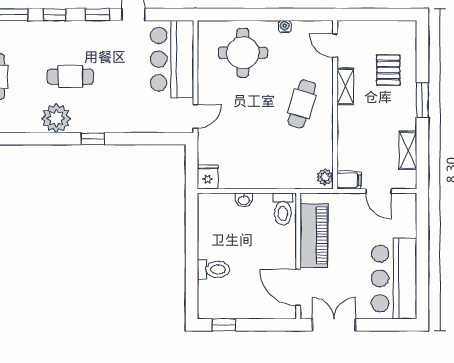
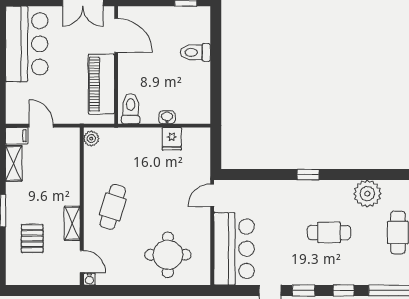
water cooler: (285, 27) -> (89, 279), moved
plant: (56, 118) -> (367, 194), moved
fridge: (208, 177) -> (172, 139), moved
filing cabinet: (349, 180) -> (17, 136), moved, turned 180

